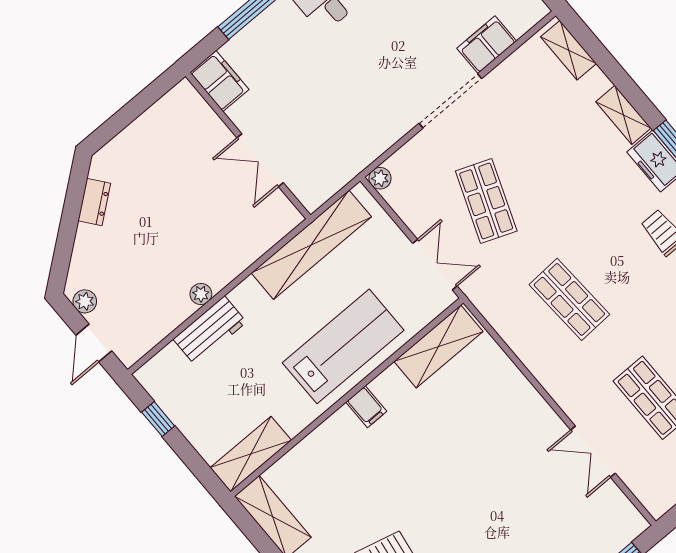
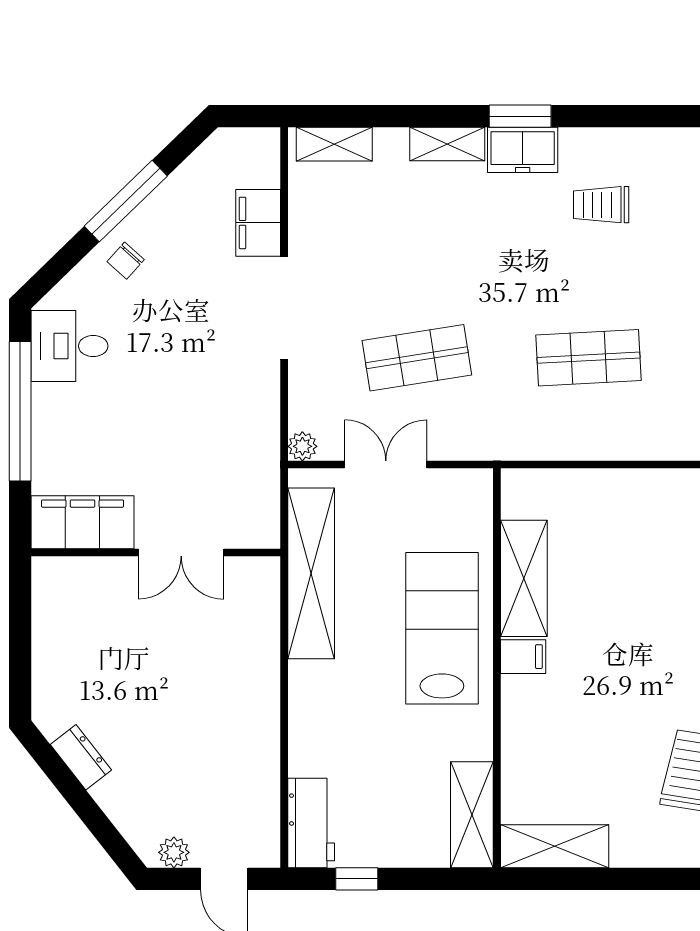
filing cabinet: (219, 81) -> (83, 522), width x1.50, depth x1.17
shop shelf: (486, 201) -> (417, 358), turned -30
double door: (435, 265) -> (386, 465), moved
plant: (201, 294) -> (266, 728), removed
workbench: (210, 331) -> (311, 823), moved
shelving: (439, 346) -> (524, 578), moved

